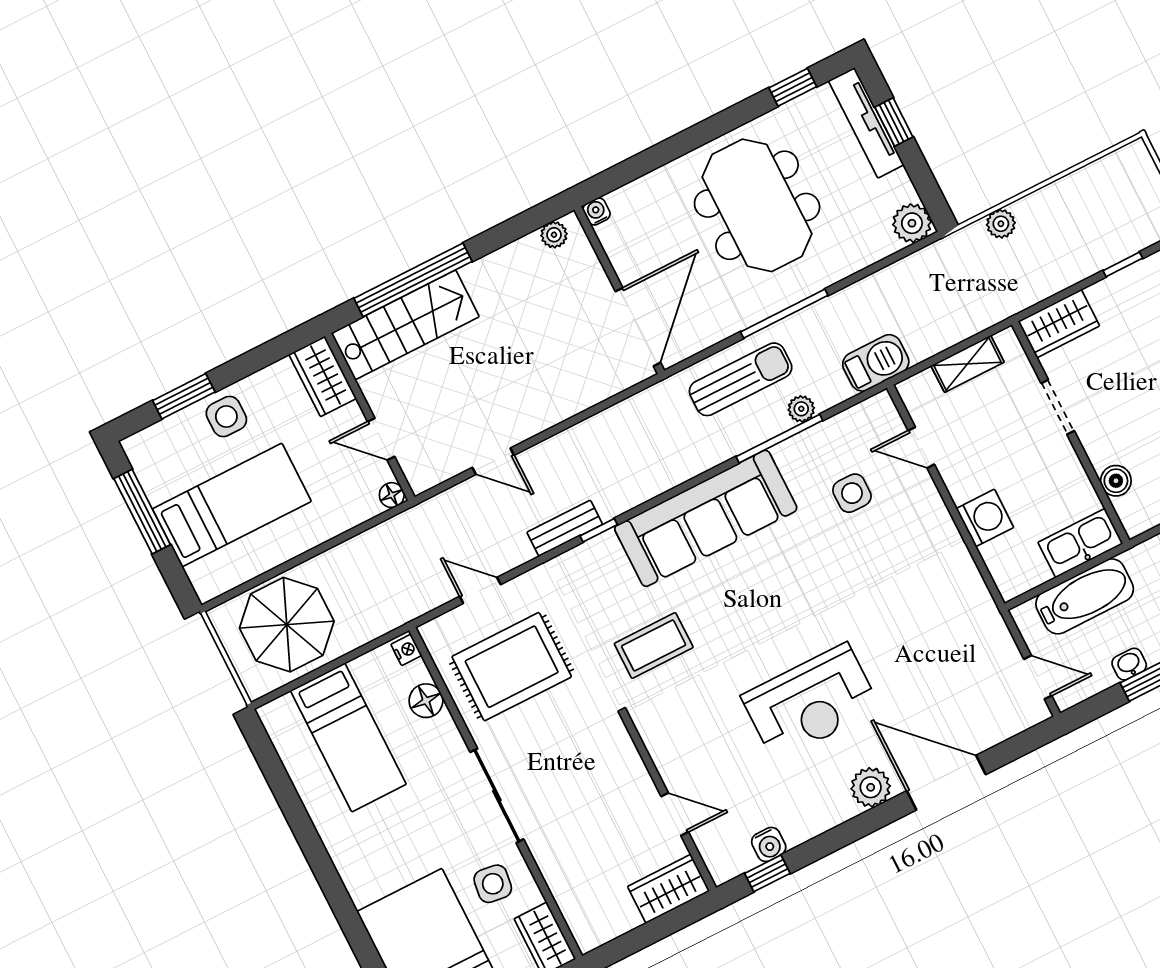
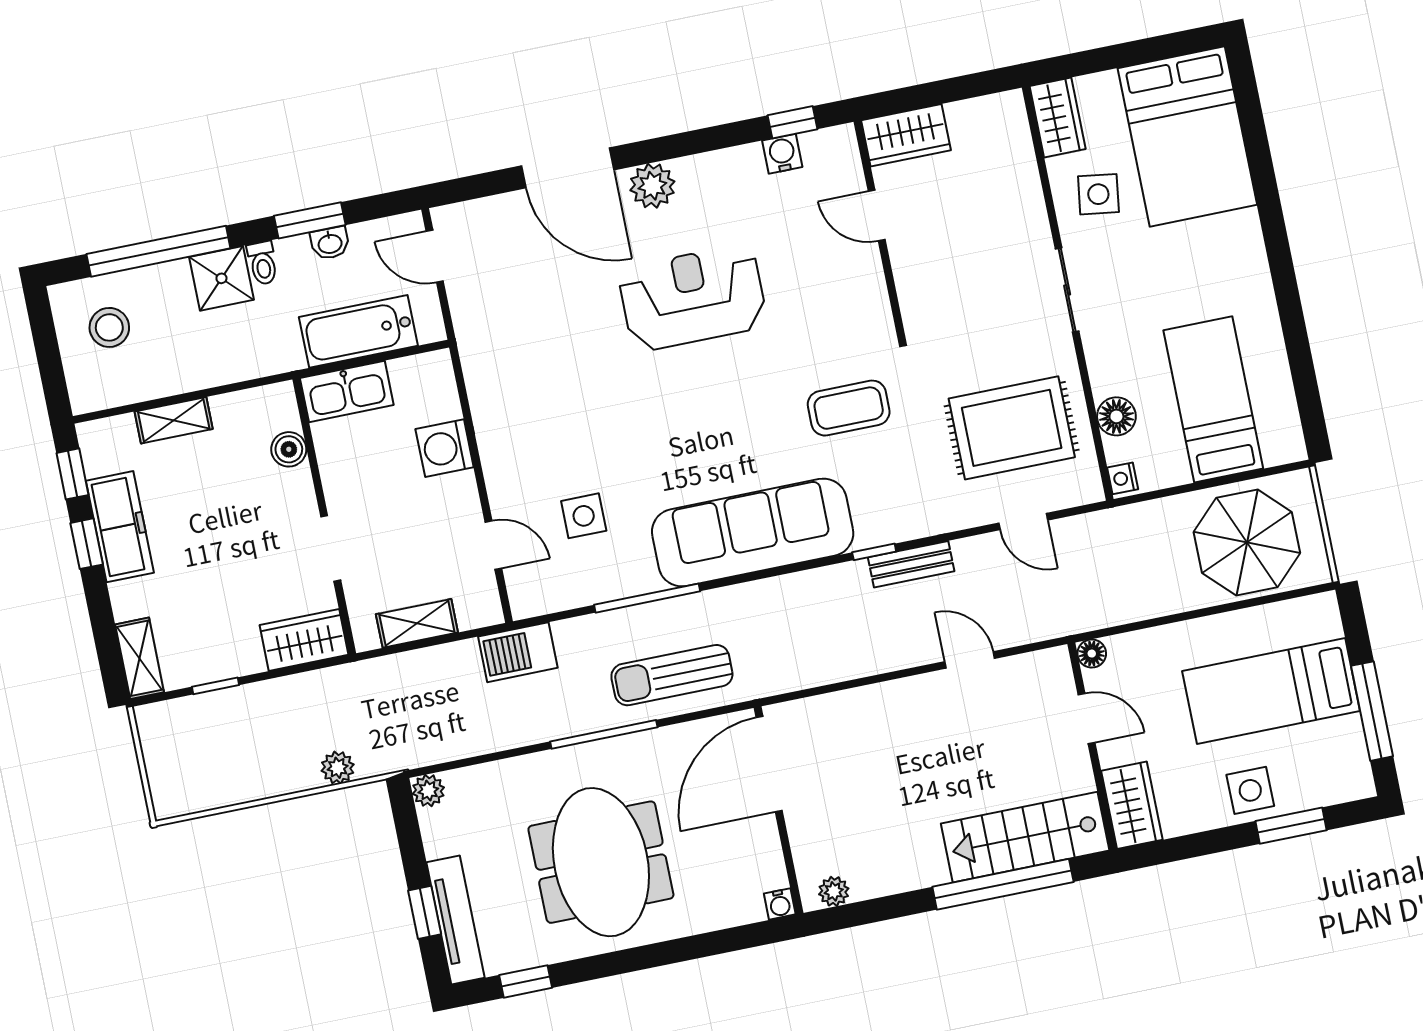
plant: (912, 223) -> (428, 791), width x0.73, depth x0.73
plant: (801, 409) -> (614, 624), removed
sliding door: (497, 796) -> (1067, 290), width x0.73

